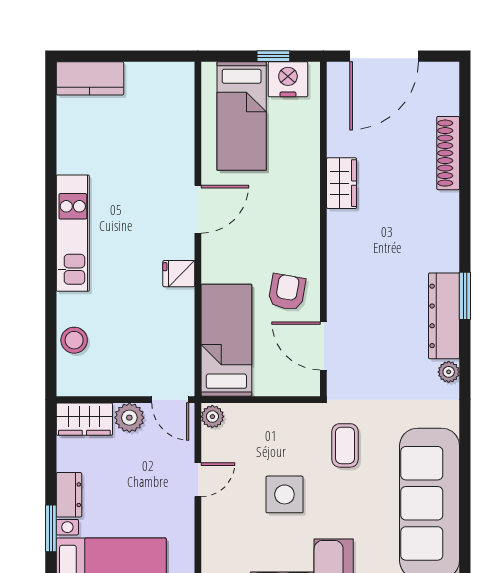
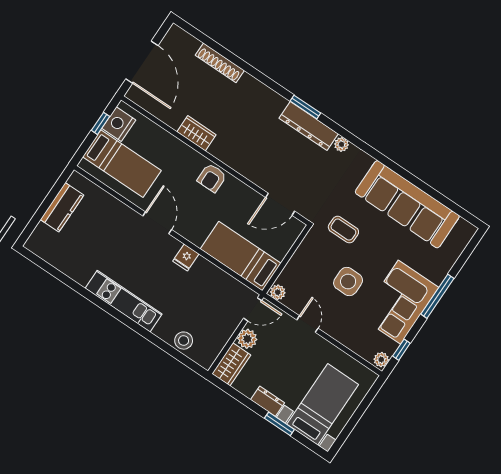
kitchen counter: (90, 78) -> (62, 207), moved
armchair: (287, 292) -> (212, 178), moved, turned -100

